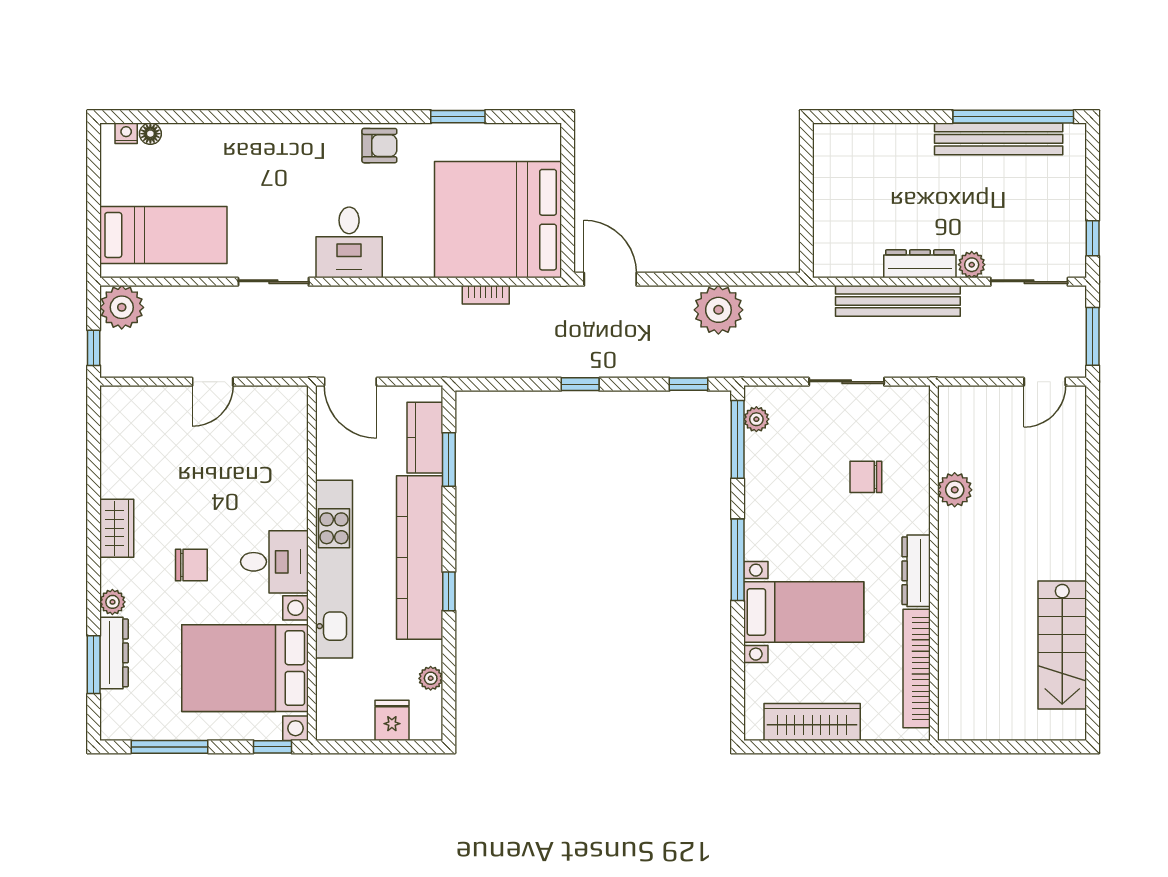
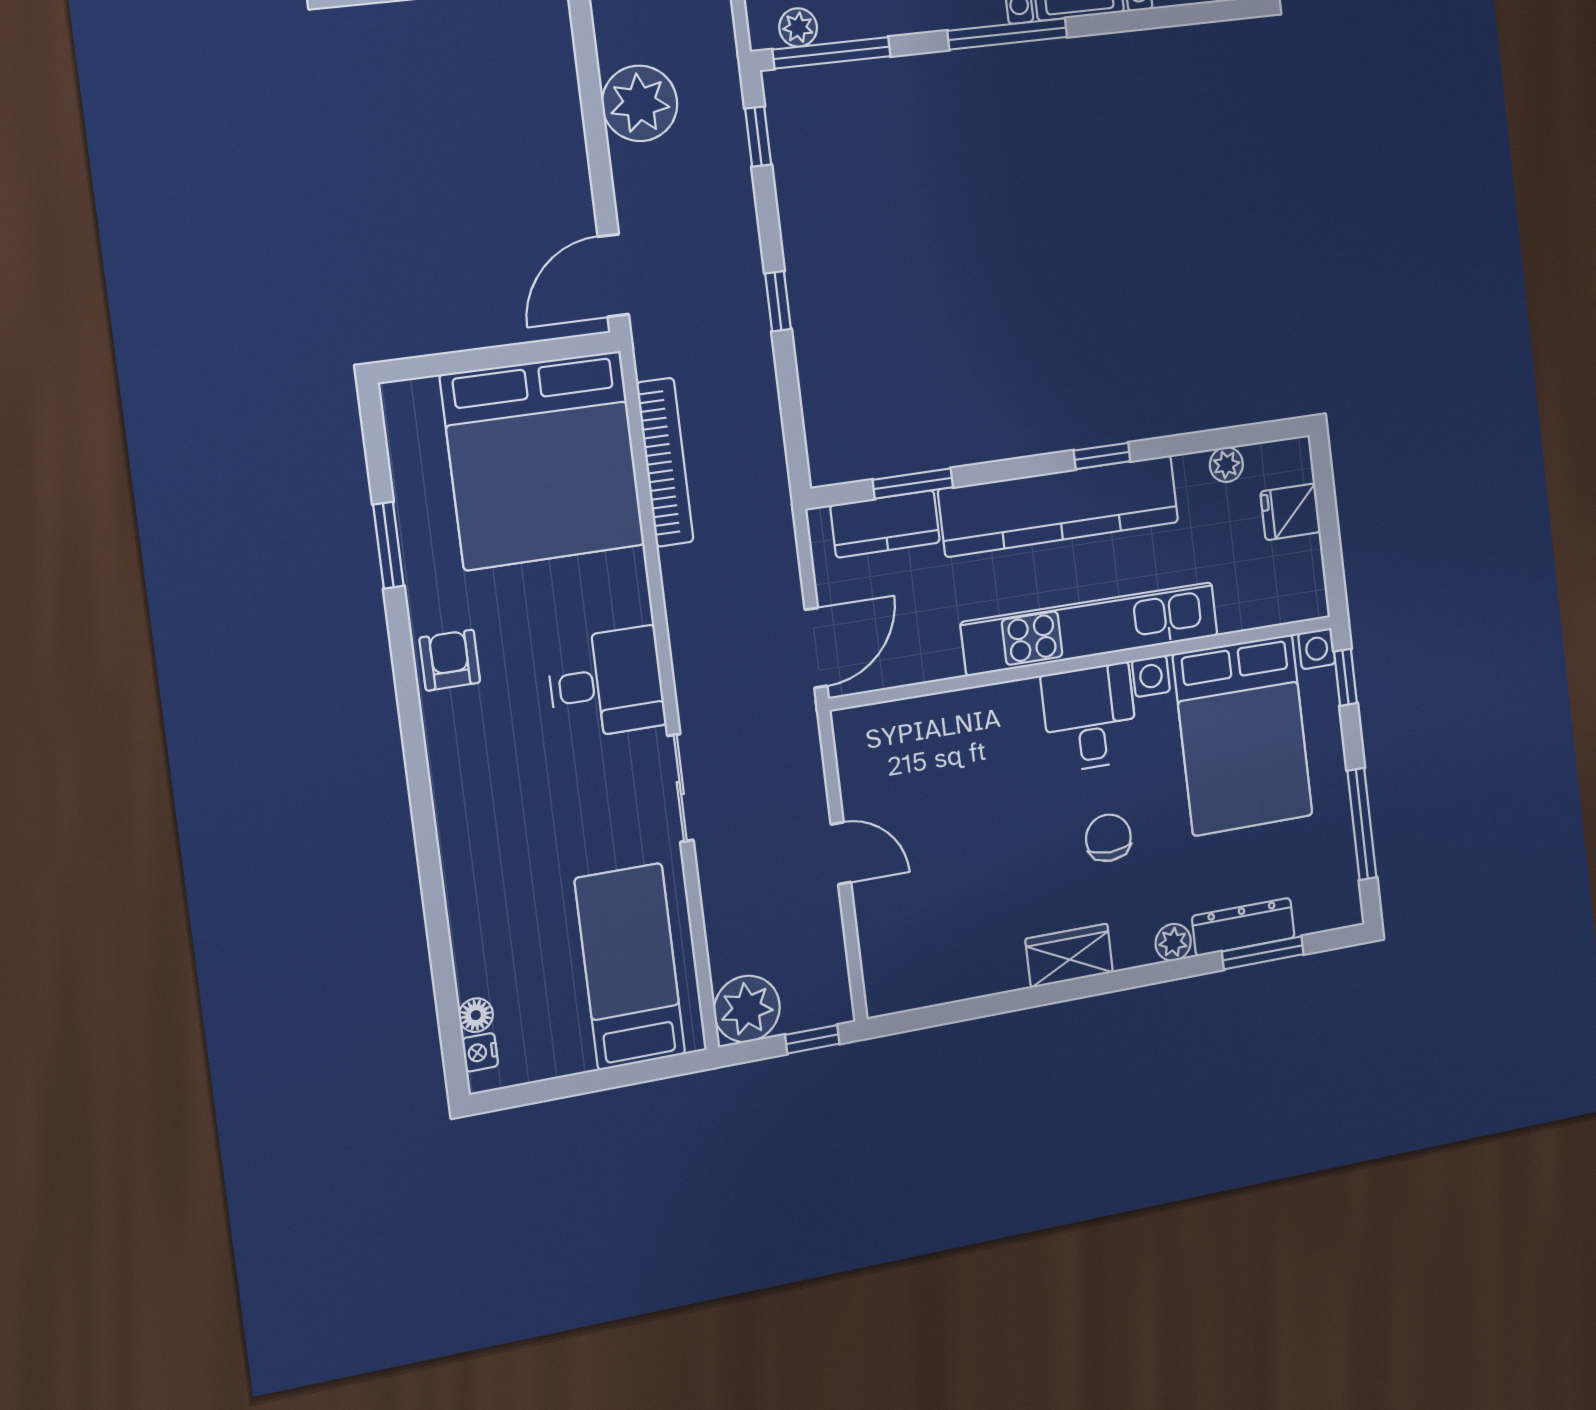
bookcase: (486, 295) -> (665, 462), width x2.31, depth x1.31

